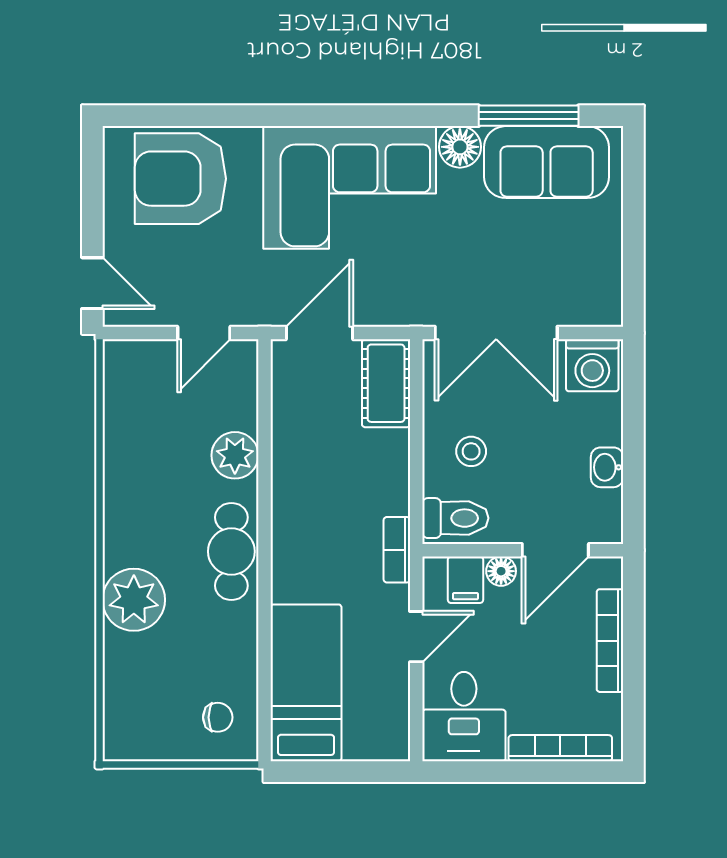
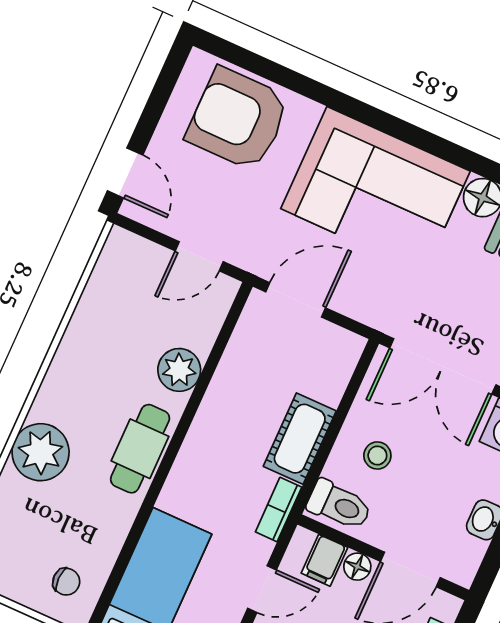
cot: (386, 383) -> (300, 439), moved

